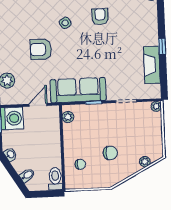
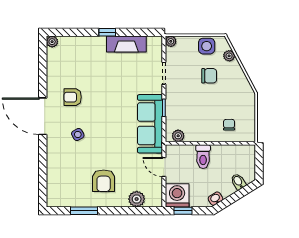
armchair: (41, 49) -> (104, 181), moved
side table: (153, 140) -> (207, 46), added
chair: (110, 153) -> (209, 76), moved, turned 90
toilet: (55, 179) -> (203, 157), moved, turned -90

